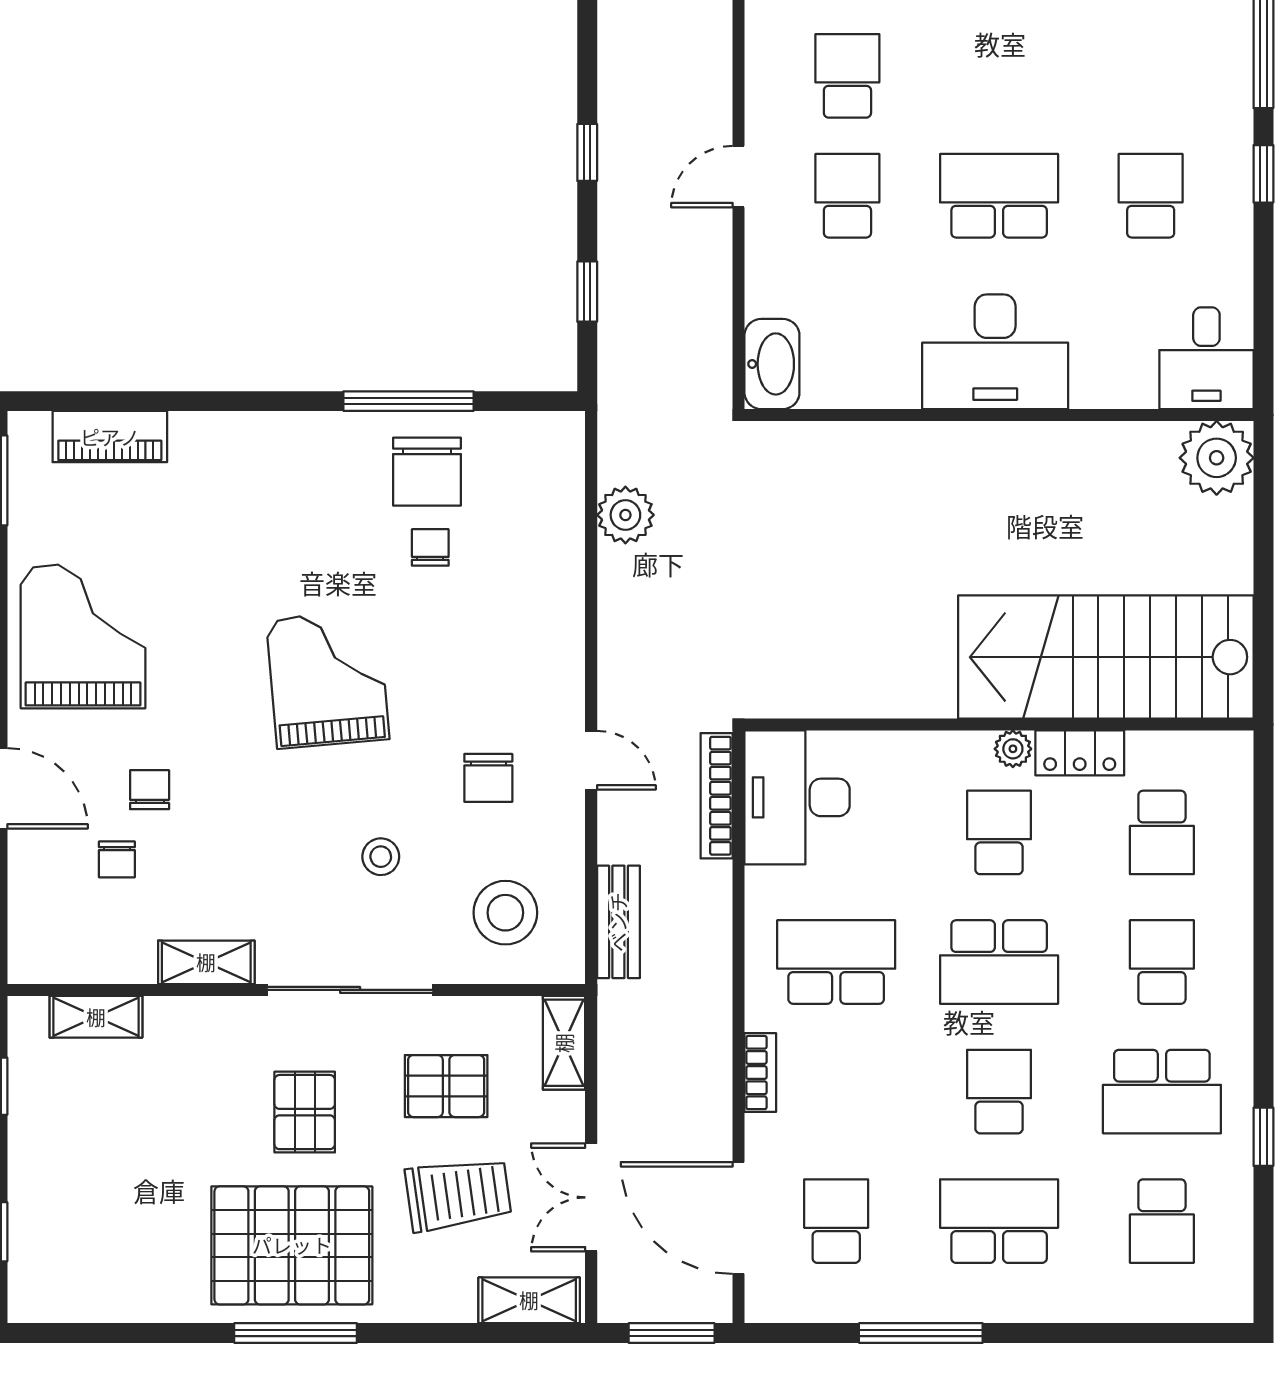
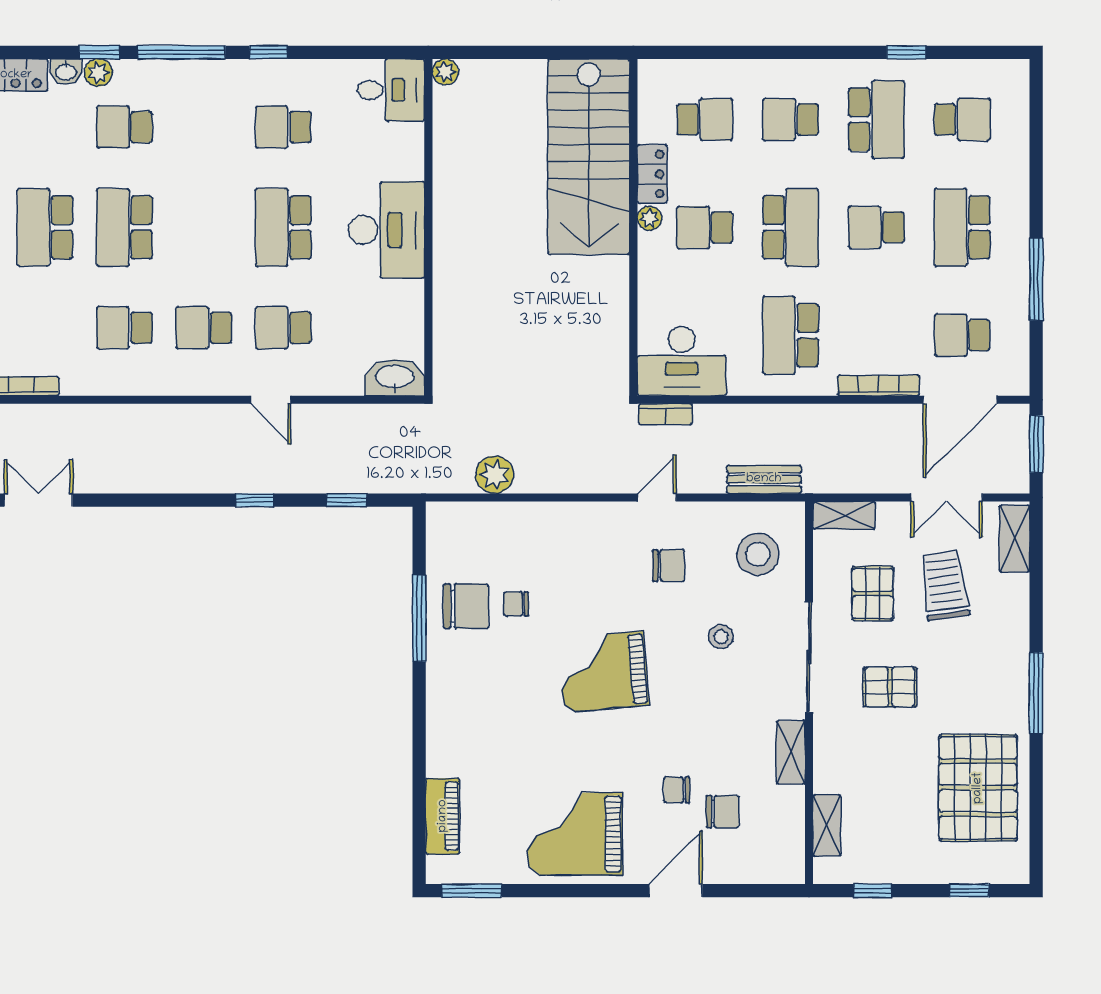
plant: (1217, 458) -> (445, 72), width x0.53, depth x0.53
bookcase: (717, 796) -> (666, 414), width x0.64
chair: (117, 859) -> (723, 811), width x1.37, depth x1.37
bookcase: (760, 1073) -> (878, 385), width x1.56
pallet: (292, 1245) -> (978, 788), moved

